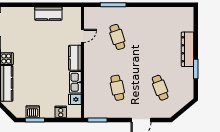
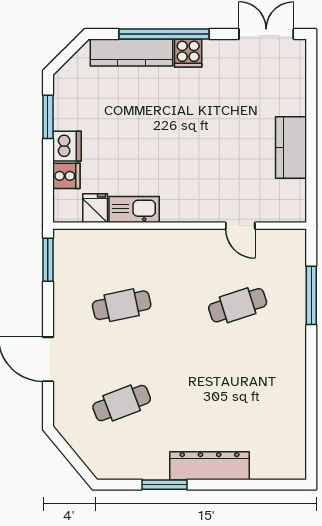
kitchen counter: (75, 58) -> (190, 208), removed
dishwasher: (33, 112) -> (67, 146), moved

